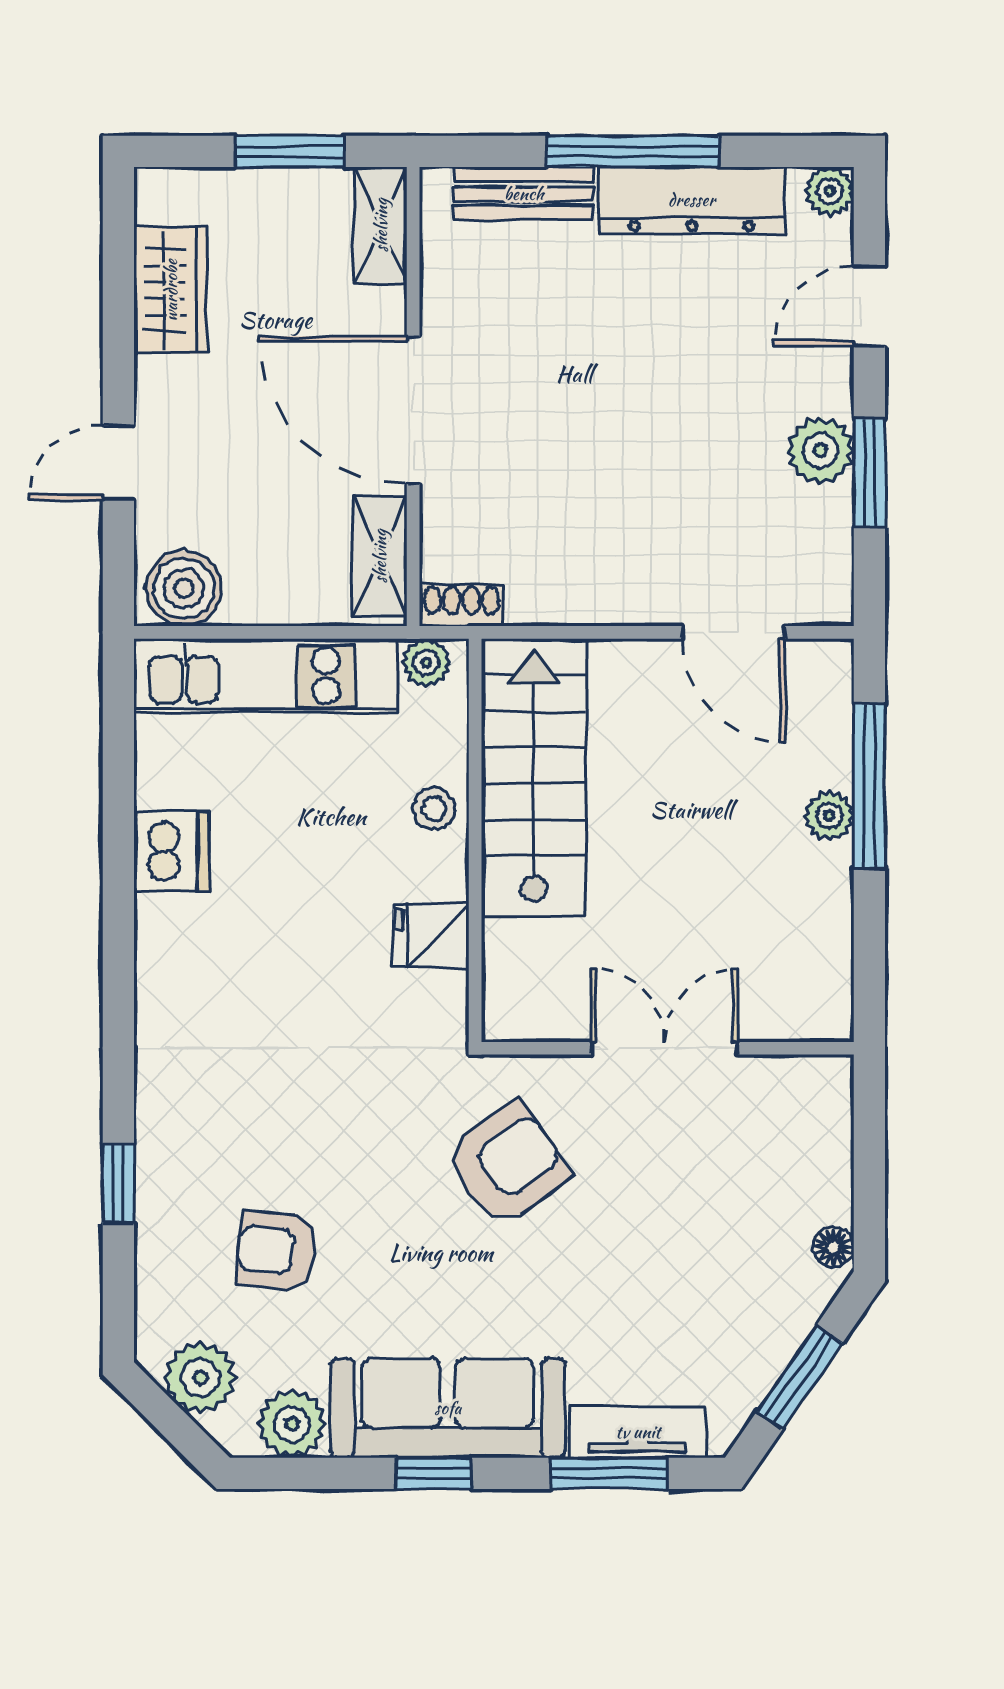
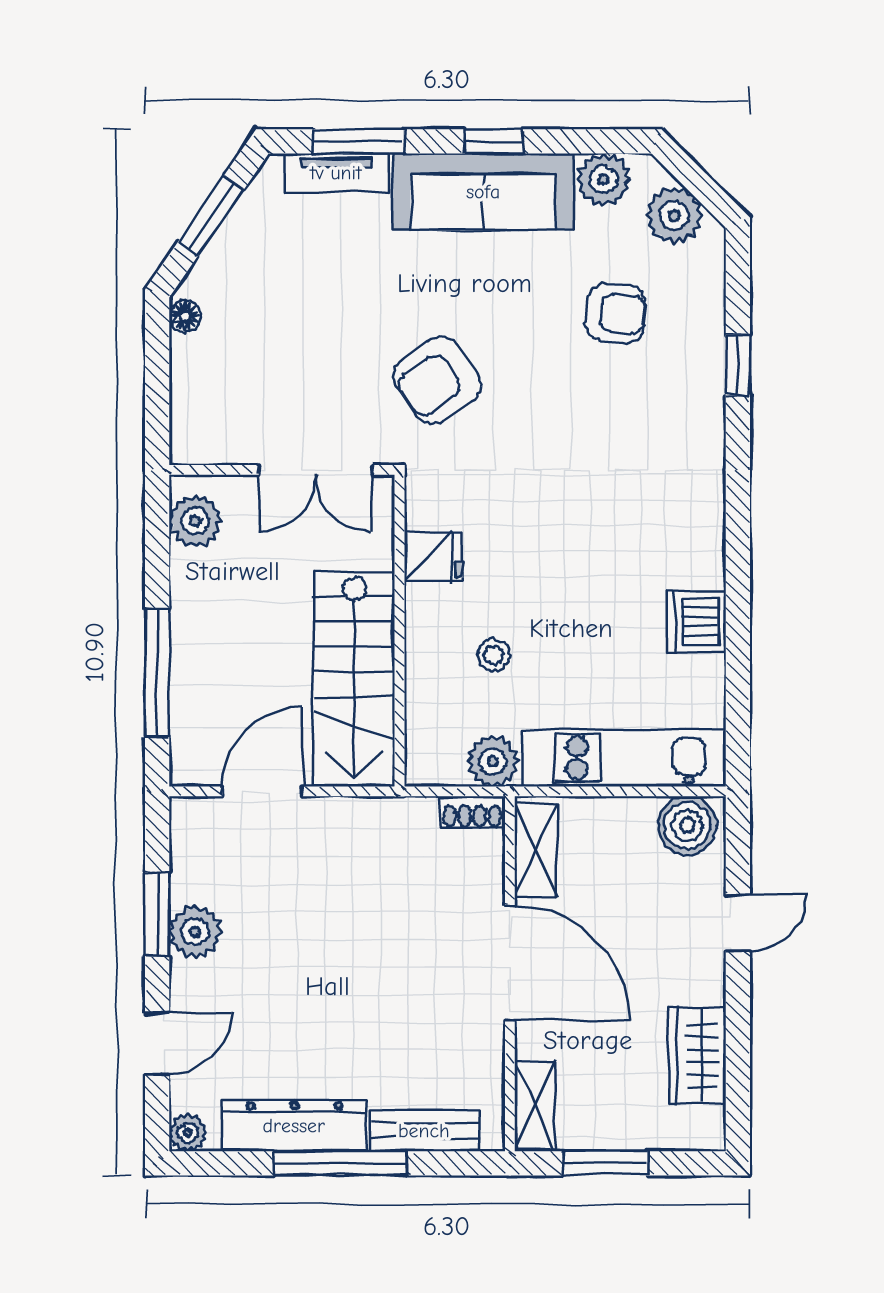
door: (733, 632) -> (262, 791), hinge flipped
plant: (426, 662) -> (493, 761), width x1.38, depth x1.38
stairs: (534, 778) -> (354, 679), moved
plant: (829, 816) -> (195, 521), moved, width x1.38, depth x1.38
wall: (475, 840) -> (399, 631), moved
fridge: (431, 935) -> (433, 557), moved

